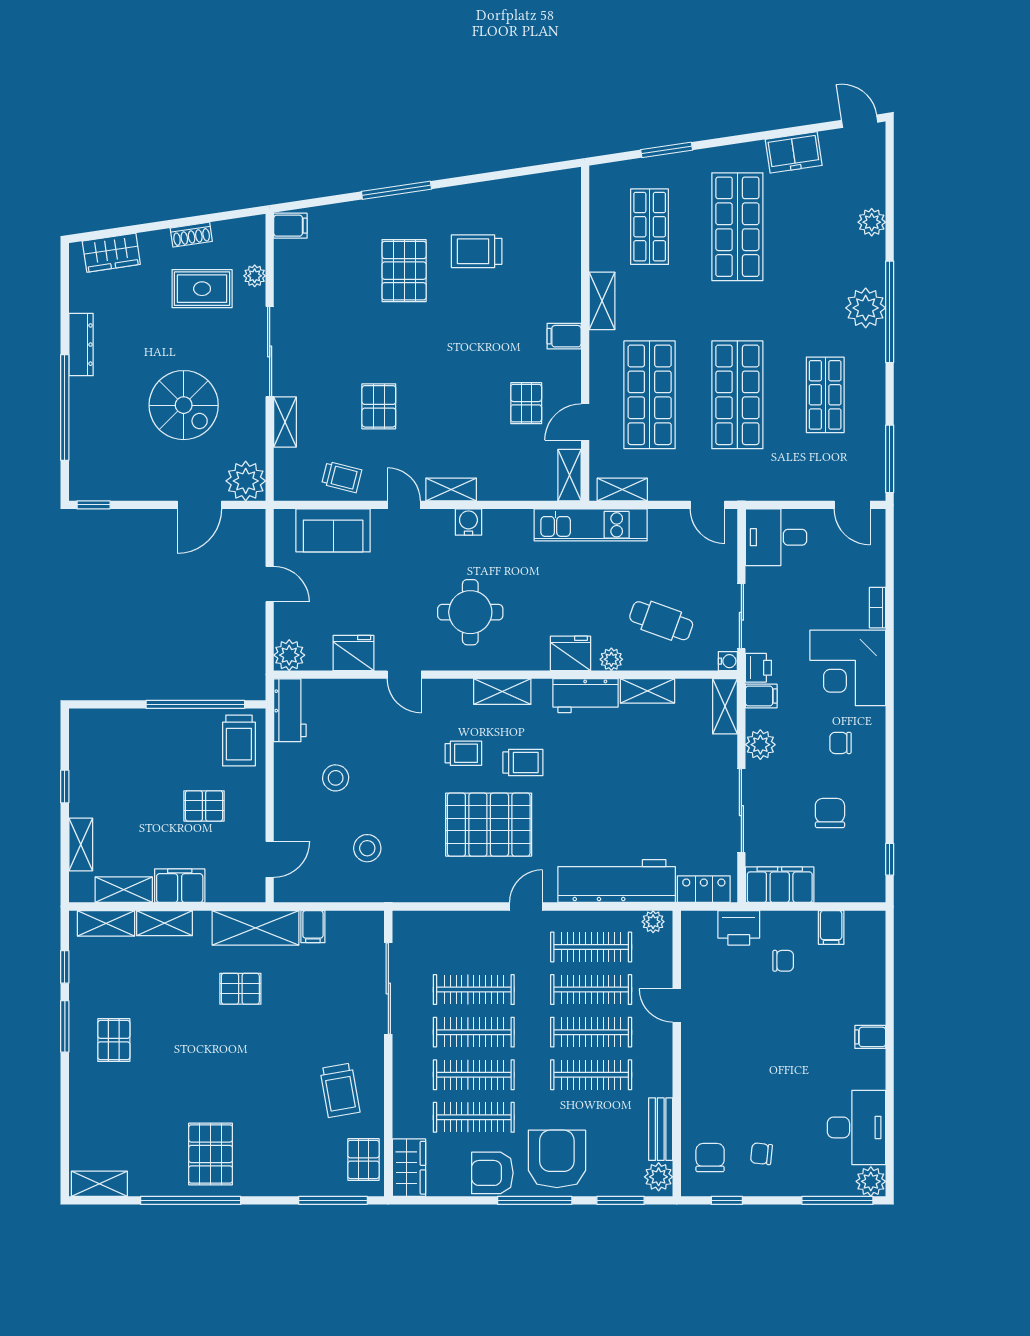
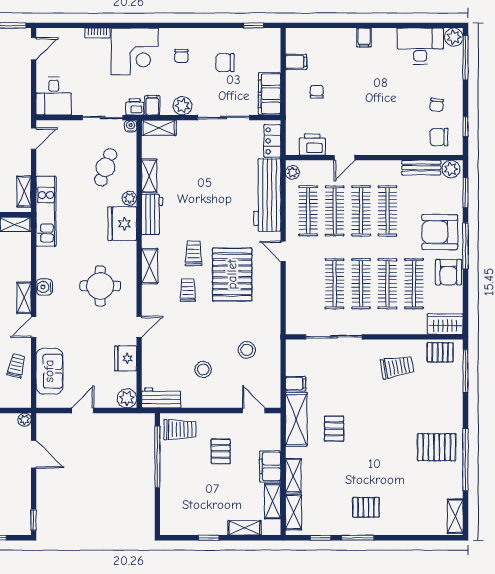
plant: (246, 481) -> (24, 420), width x0.53, depth x0.53
fridge: (571, 653) -> (122, 224), width x1.36, depth x1.34
printer: (739, 928) -> (312, 144), moved, turned -90

